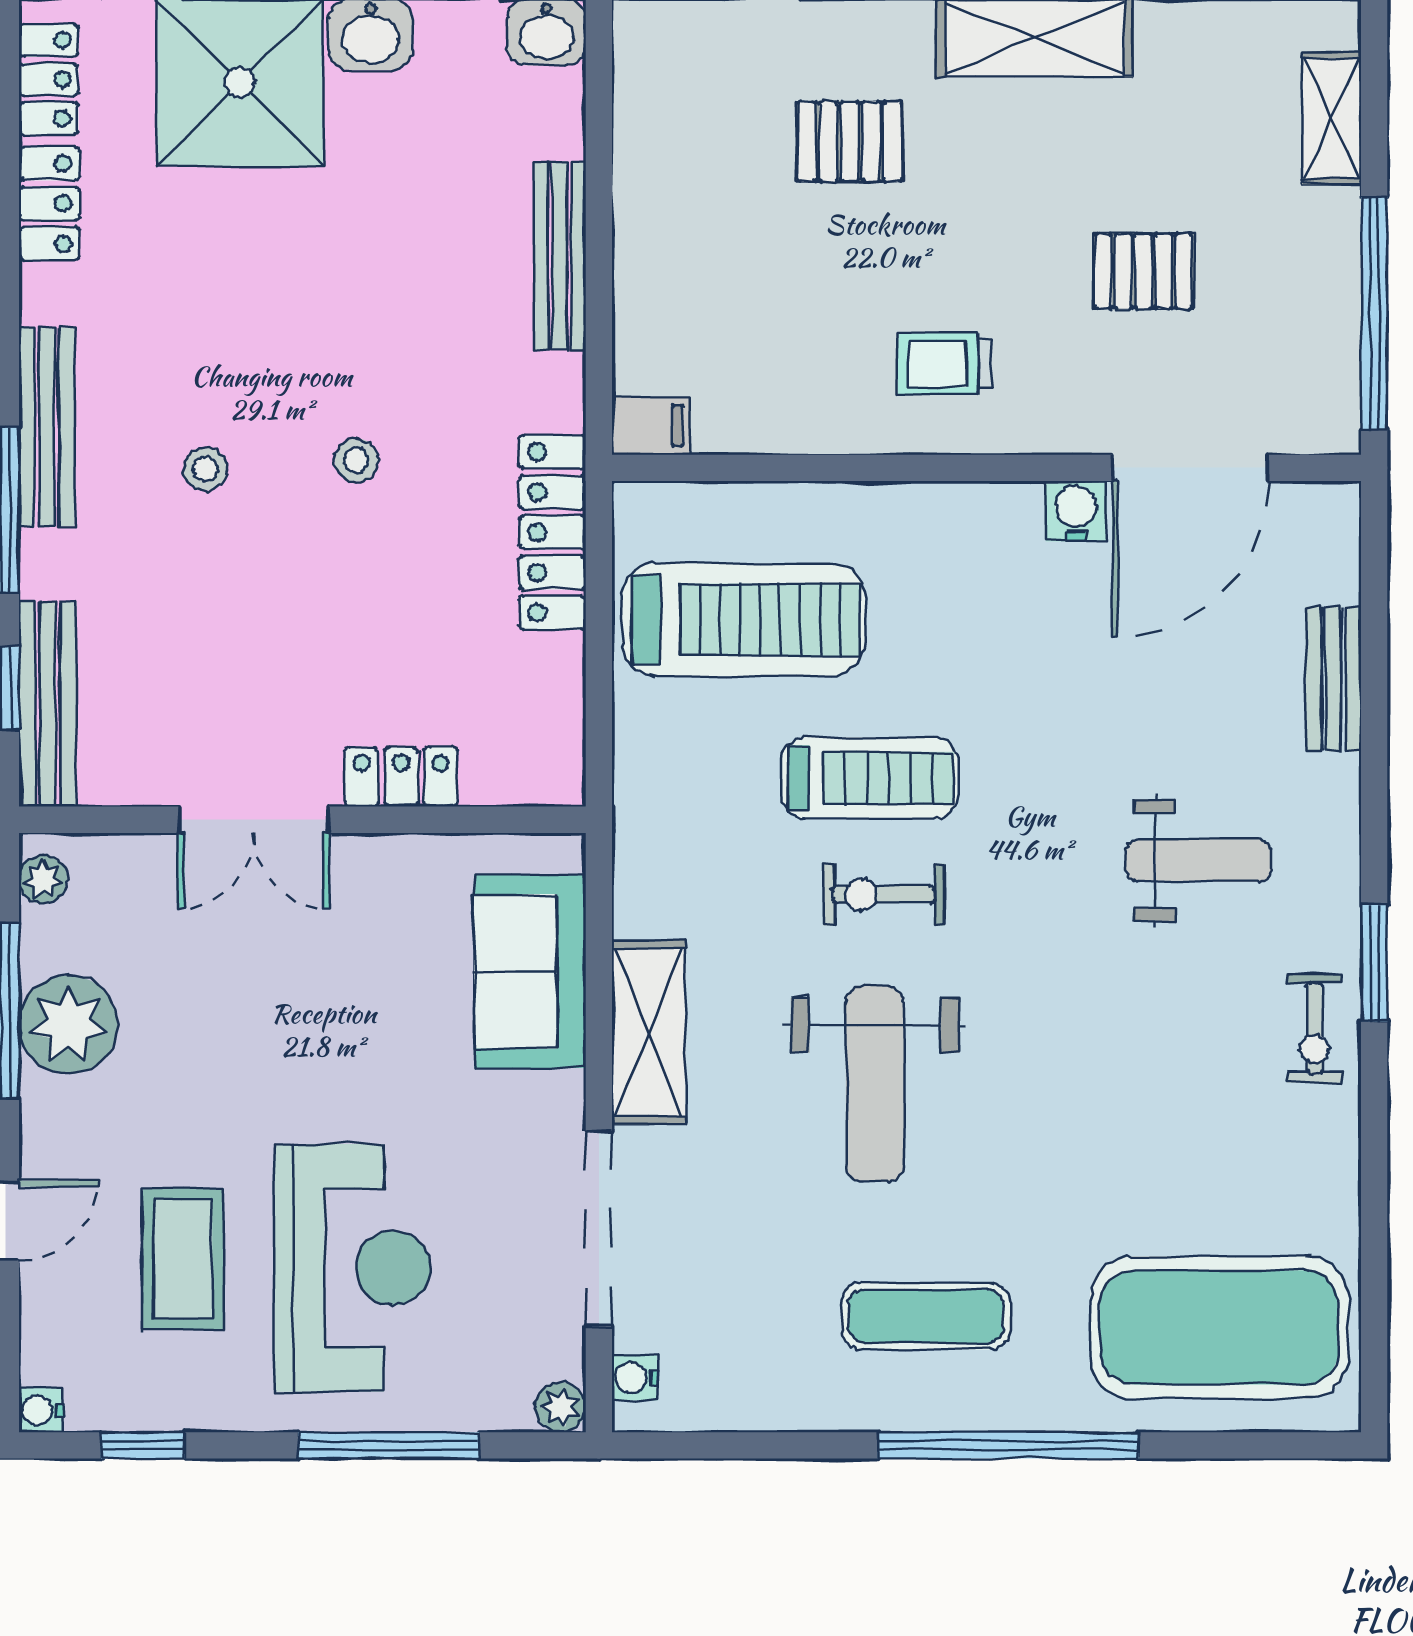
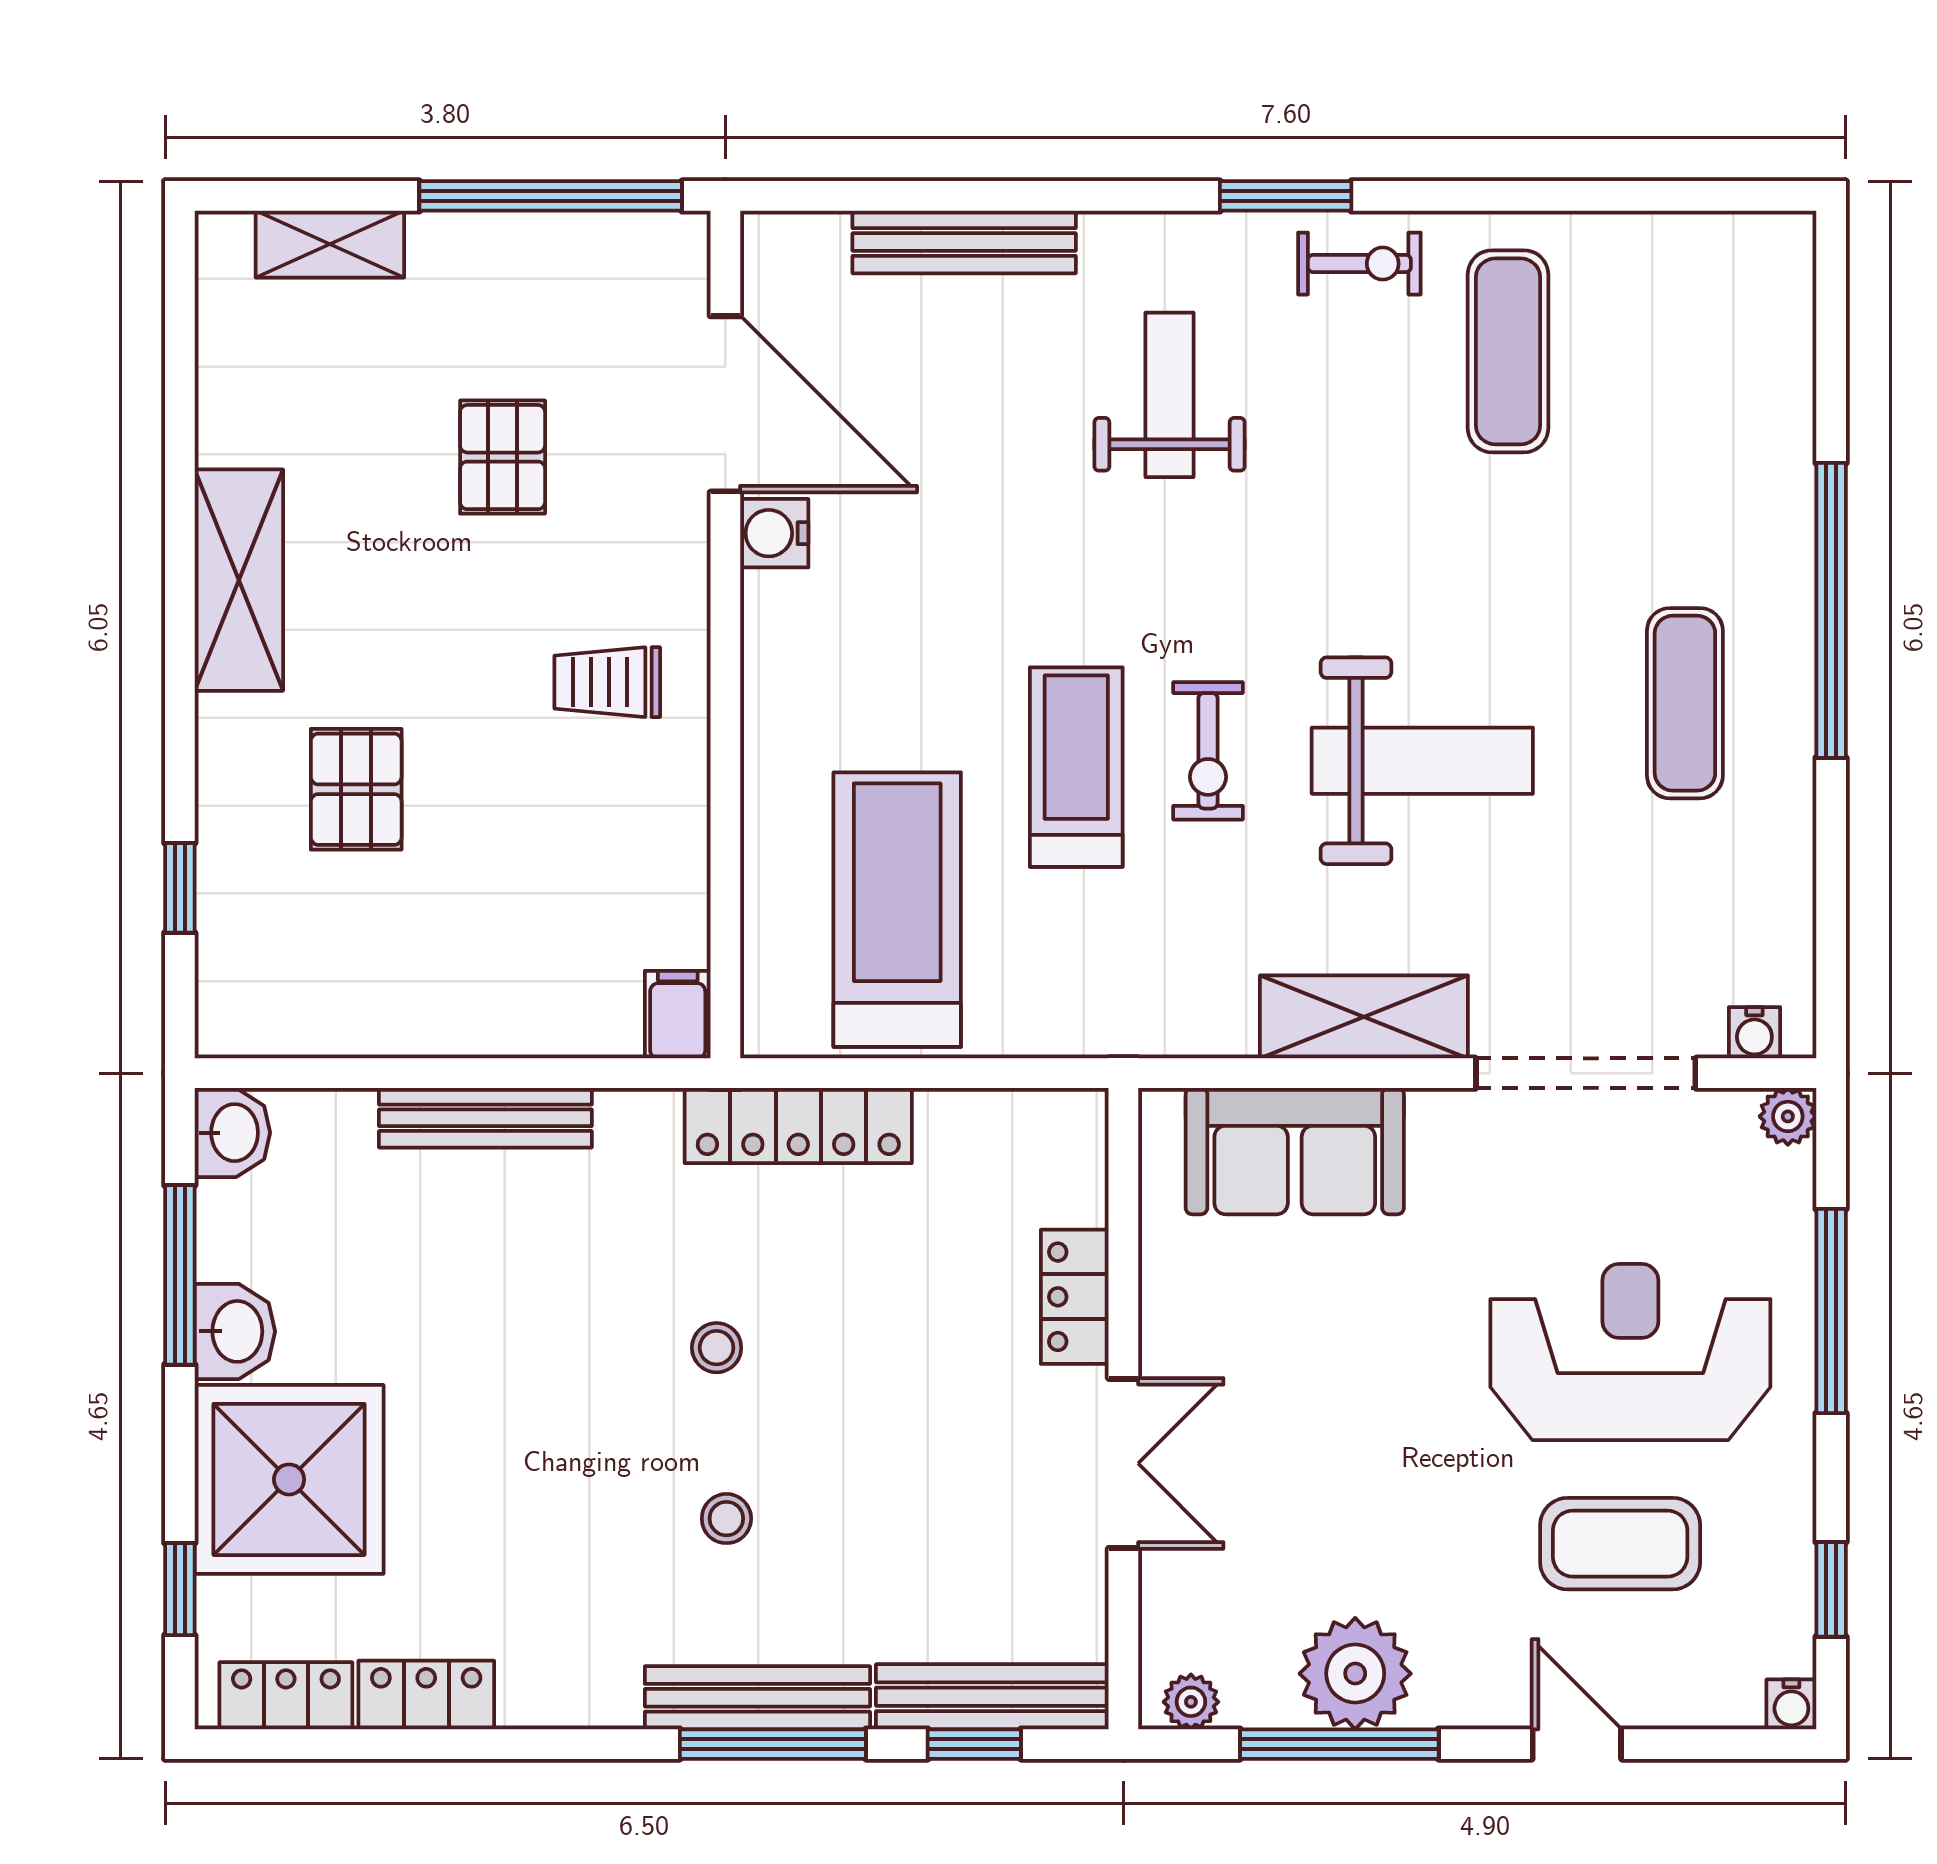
trolley: (944, 364) -> (607, 682), turned 90
bench: (47, 427) -> (757, 1698), moved
bench: (1334, 679) -> (964, 242), width x1.36
exercise mat: (1219, 1327) -> (1508, 351), moved, width x0.50, depth x0.69

